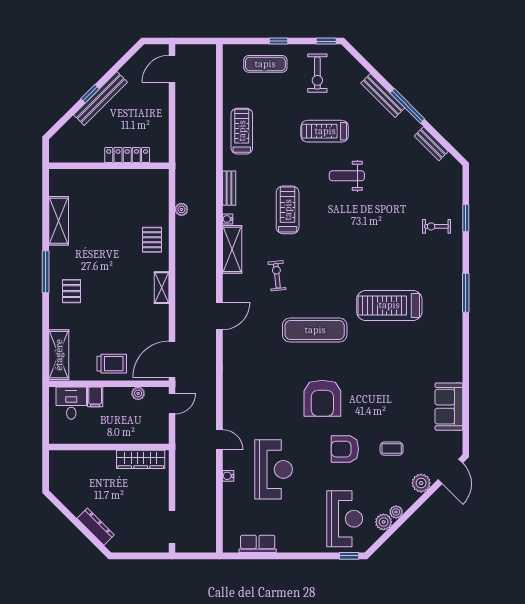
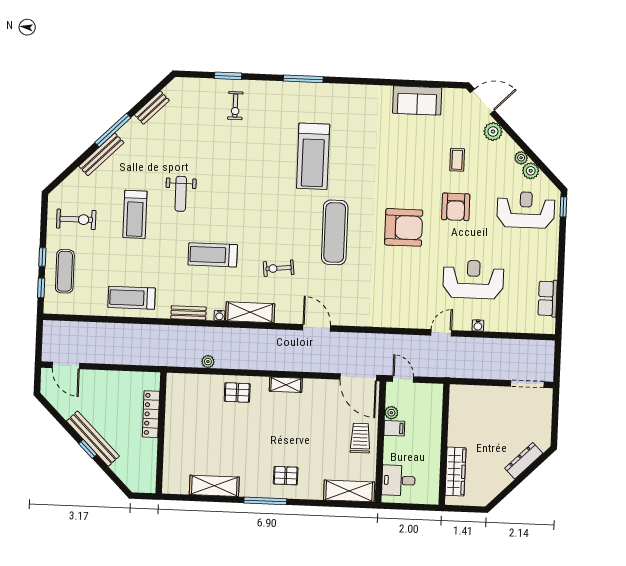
window: (326, 41) -> (41, 288), moved
filing cabinet: (95, 397) -> (394, 428), moved
wardrobe: (141, 459) -> (455, 471), moved

